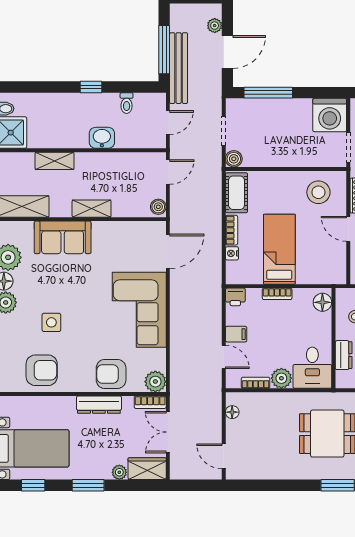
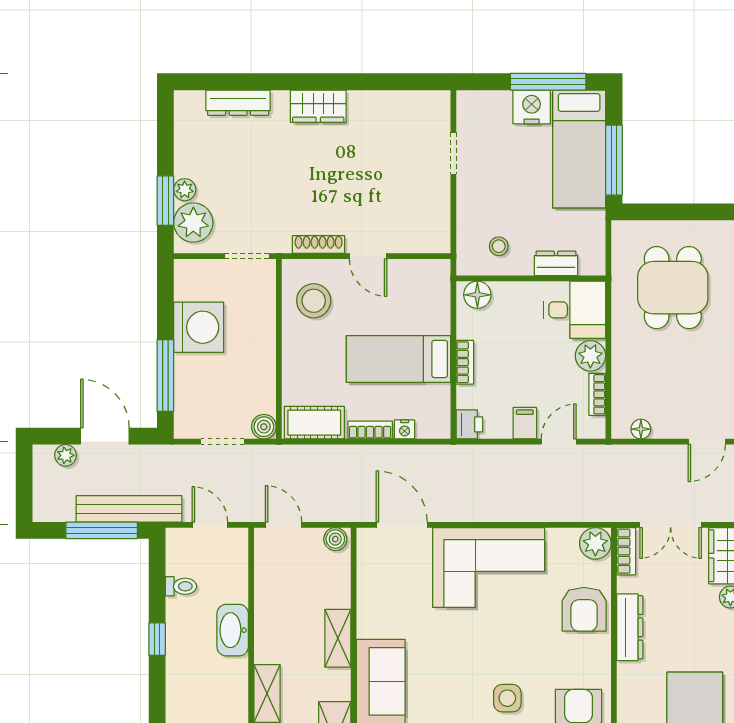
washing machine: (330, 115) -> (199, 327), moved
washbasin: (102, 138) -> (233, 630), width x1.38
door: (348, 229) -> (368, 256), hinge flipped

